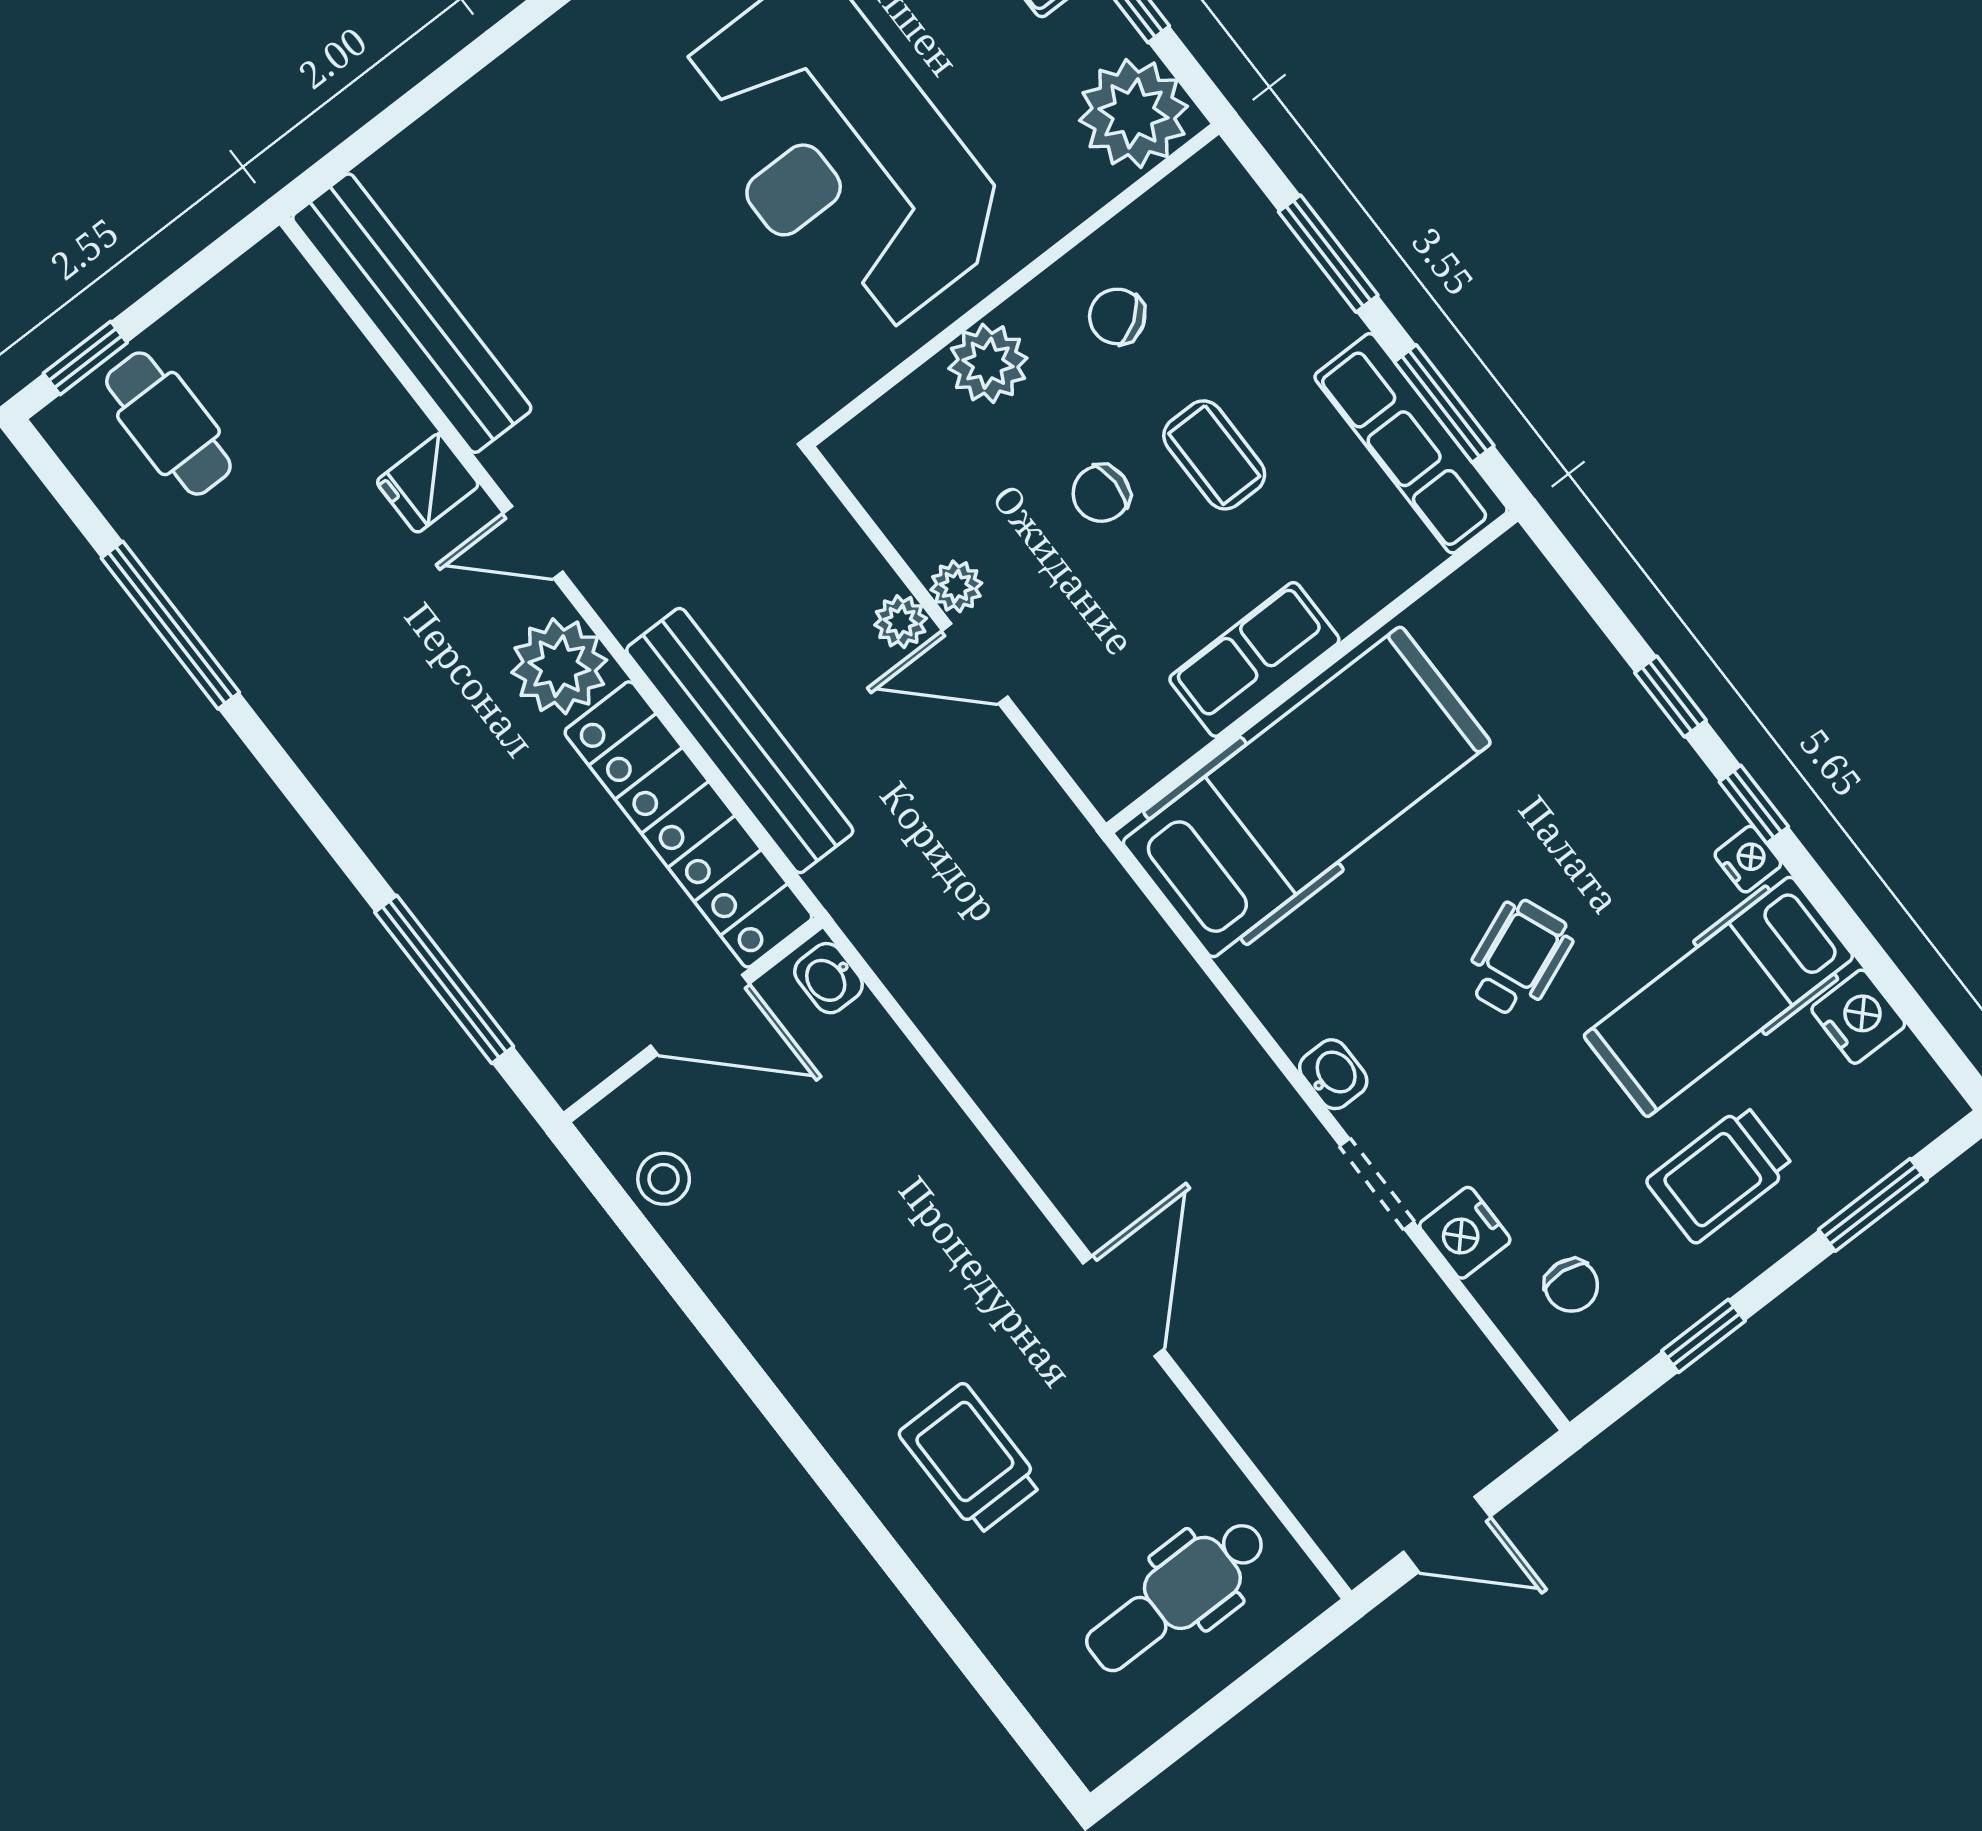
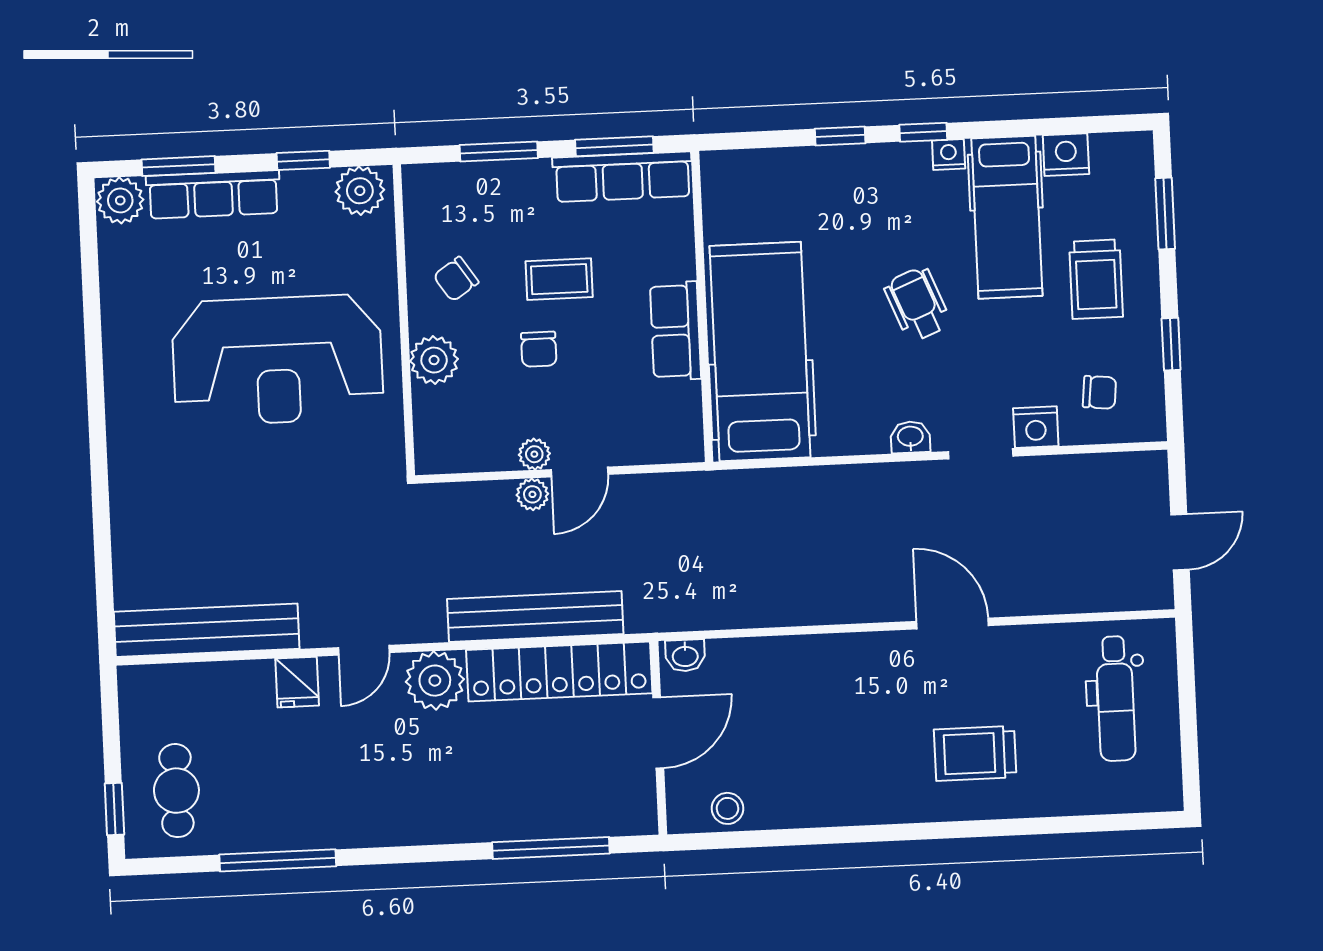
plant: (1133, 113) -> (360, 191), width x0.73, depth x0.73
cafe table: (168, 424) -> (176, 791), turned 90

